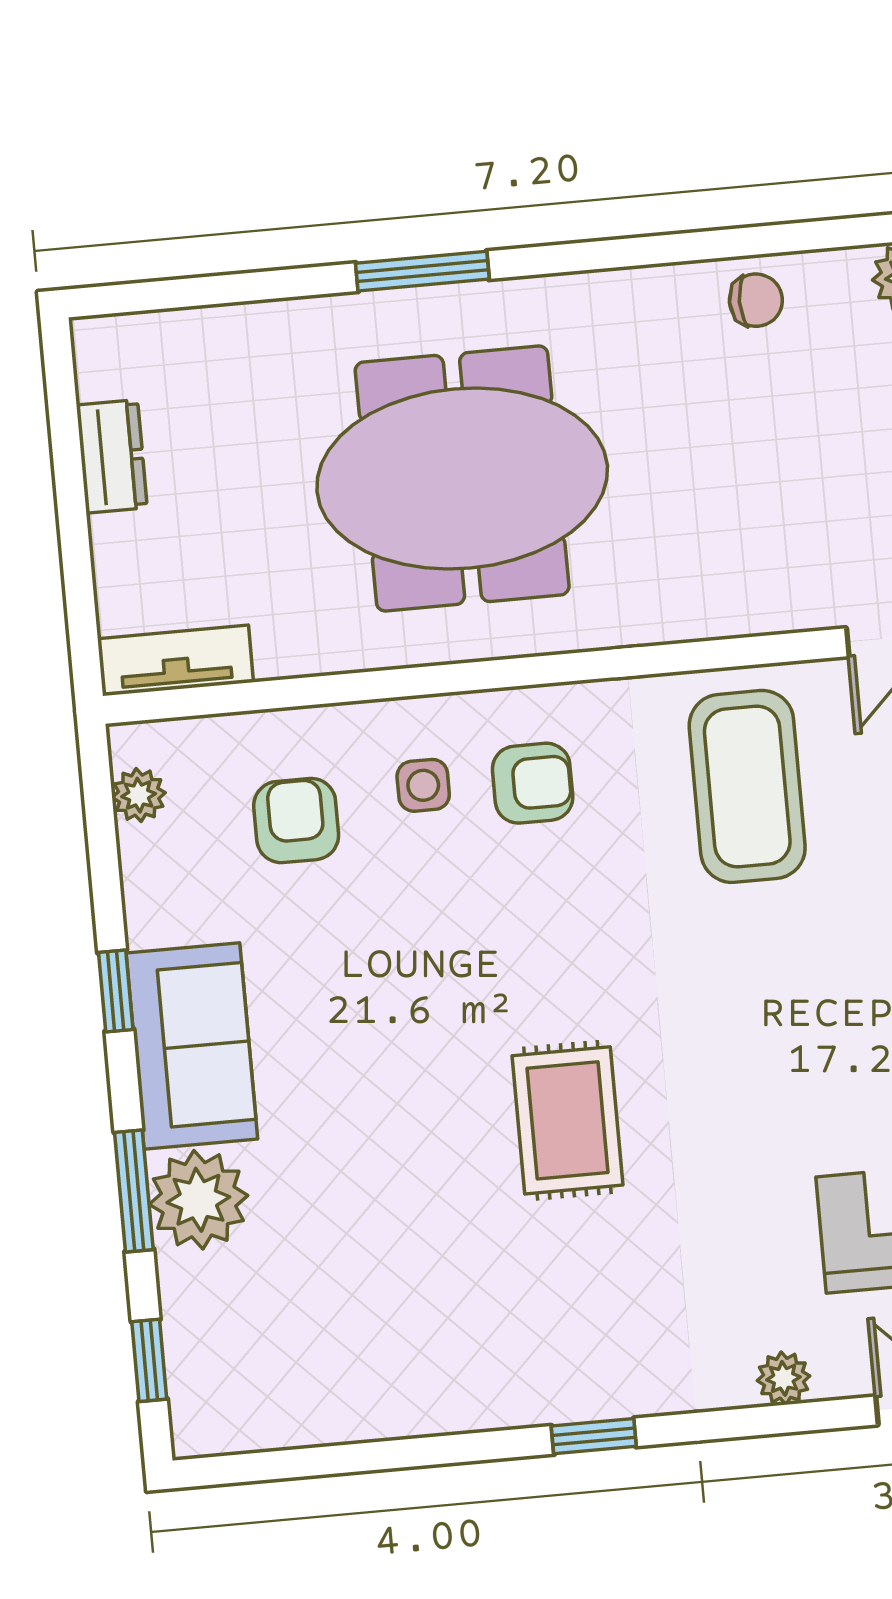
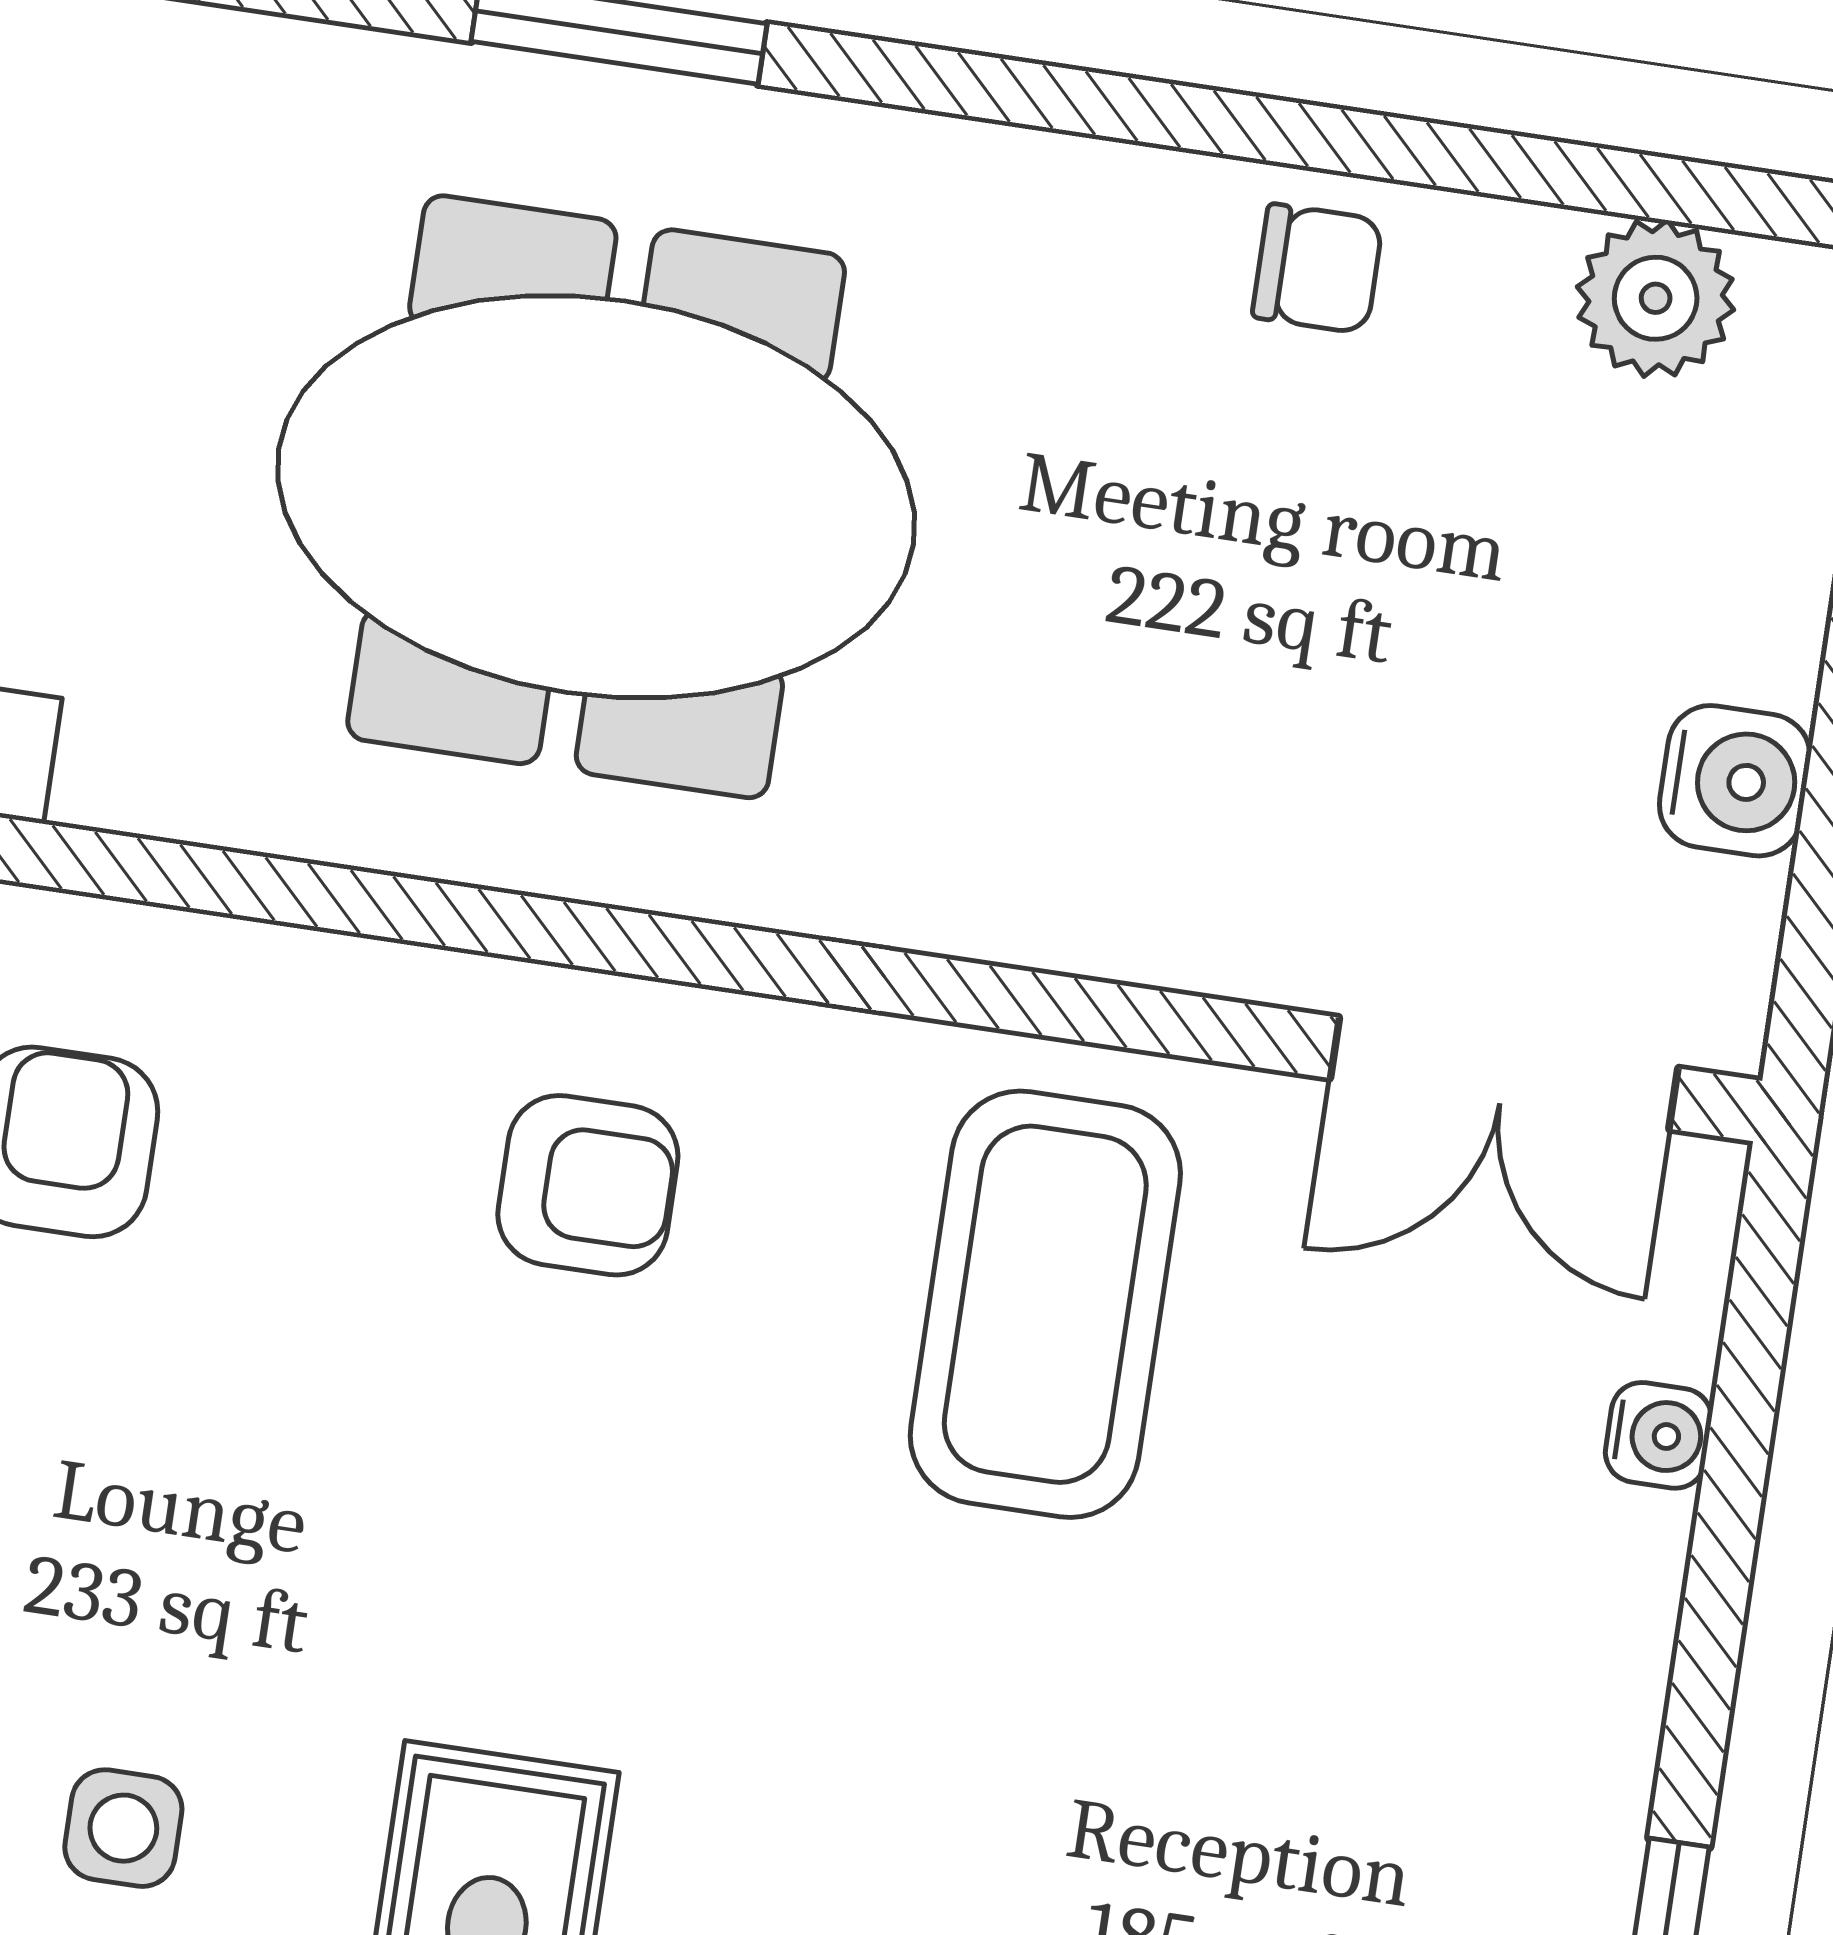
side table: (423, 785) -> (123, 1828), moved

